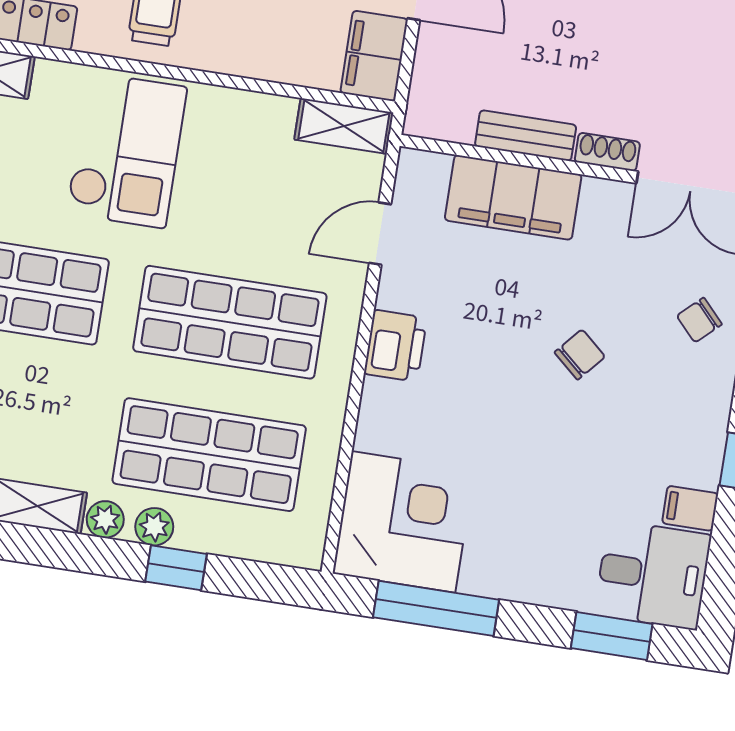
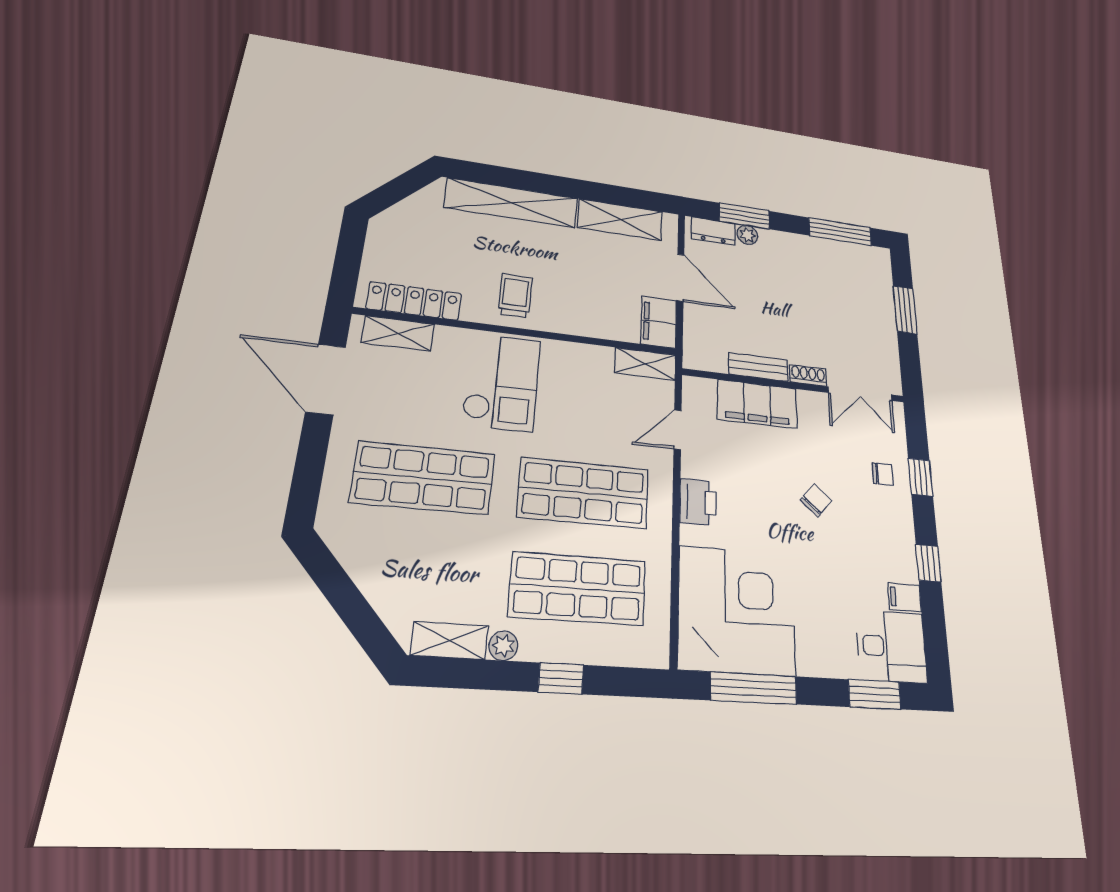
chair: (699, 320) -> (883, 474), turned -137
corner desk: (403, 522) -> (737, 610), width x1.36, depth x1.36
plant: (154, 527) -> (542, 648), removed

